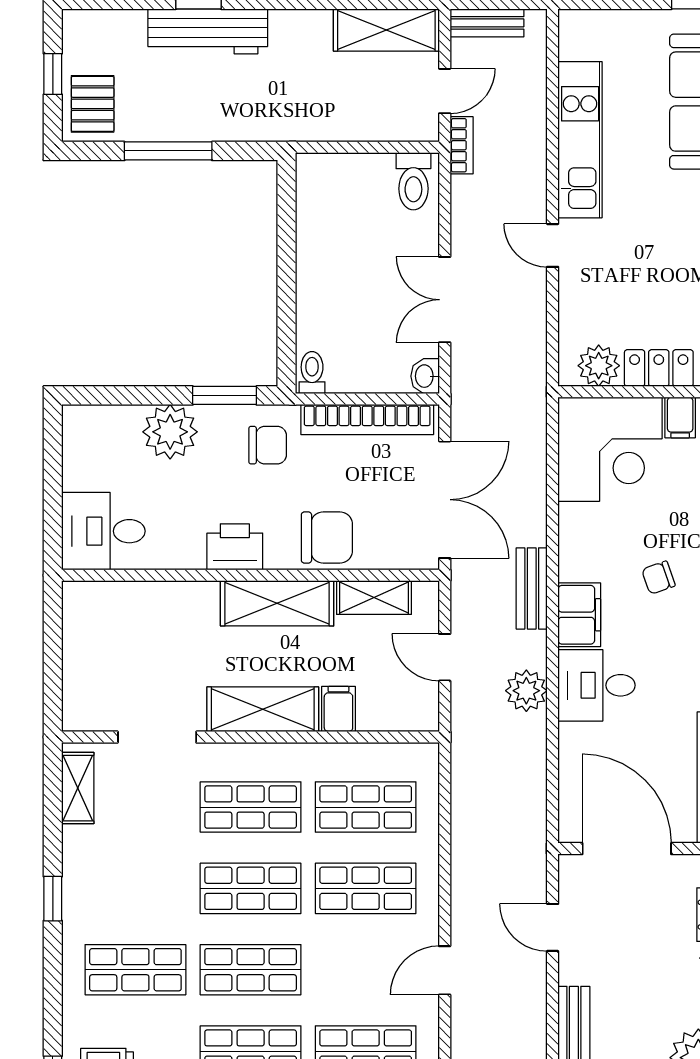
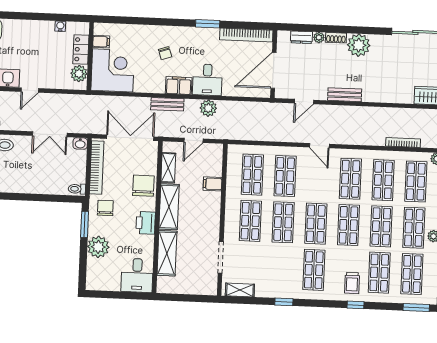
shelving: (263, 709) -> (167, 253), moved

